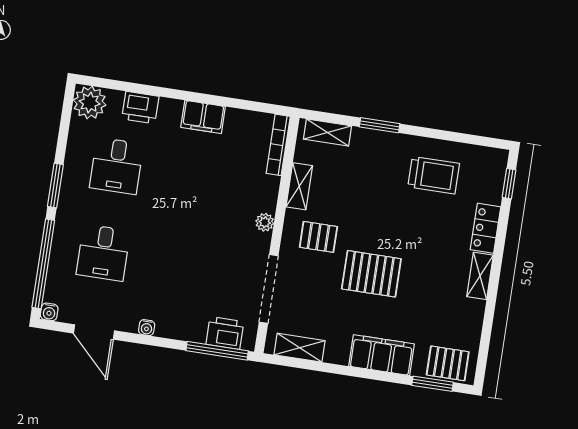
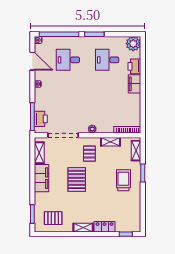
filing cabinet: (203, 117) -> (135, 84), moved
trolley: (434, 175) -> (123, 180), moved, turned 180
door: (94, 332) -> (32, 61), swing flipped
filing cabinet: (381, 355) -> (42, 178), moved
pallet: (448, 363) -> (53, 218), moved, turned 90

